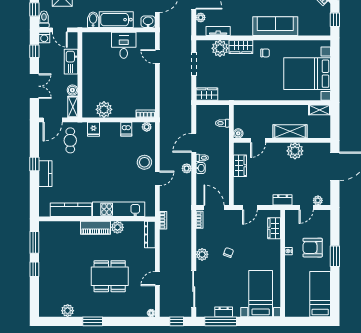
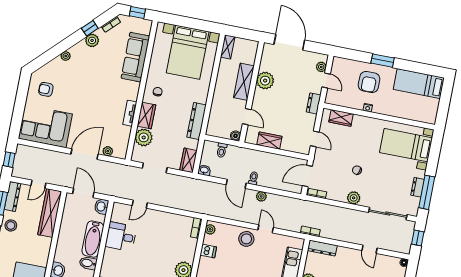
sofa: (275, 26) -> (135, 57), moved
tv unit: (218, 31) -> (130, 113), moved
dresser: (245, 94) -> (196, 121), added
washbasin: (201, 168) -> (204, 170), moved

